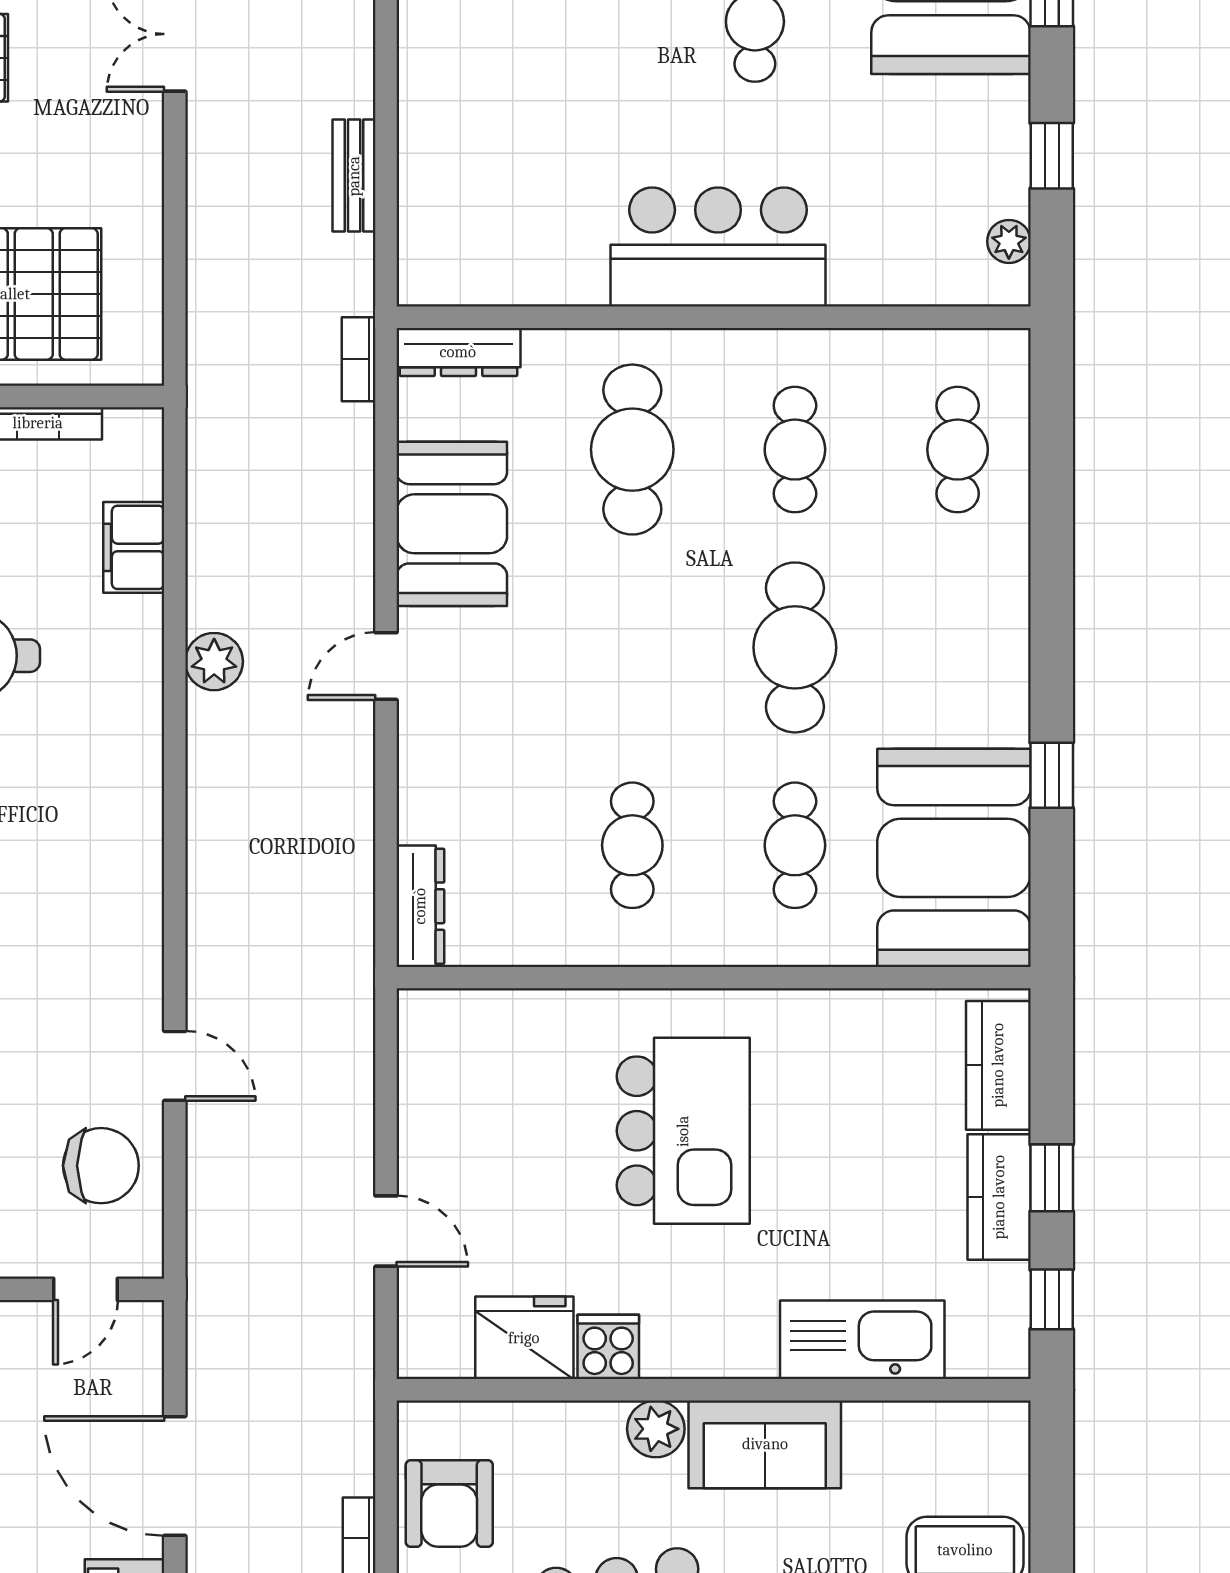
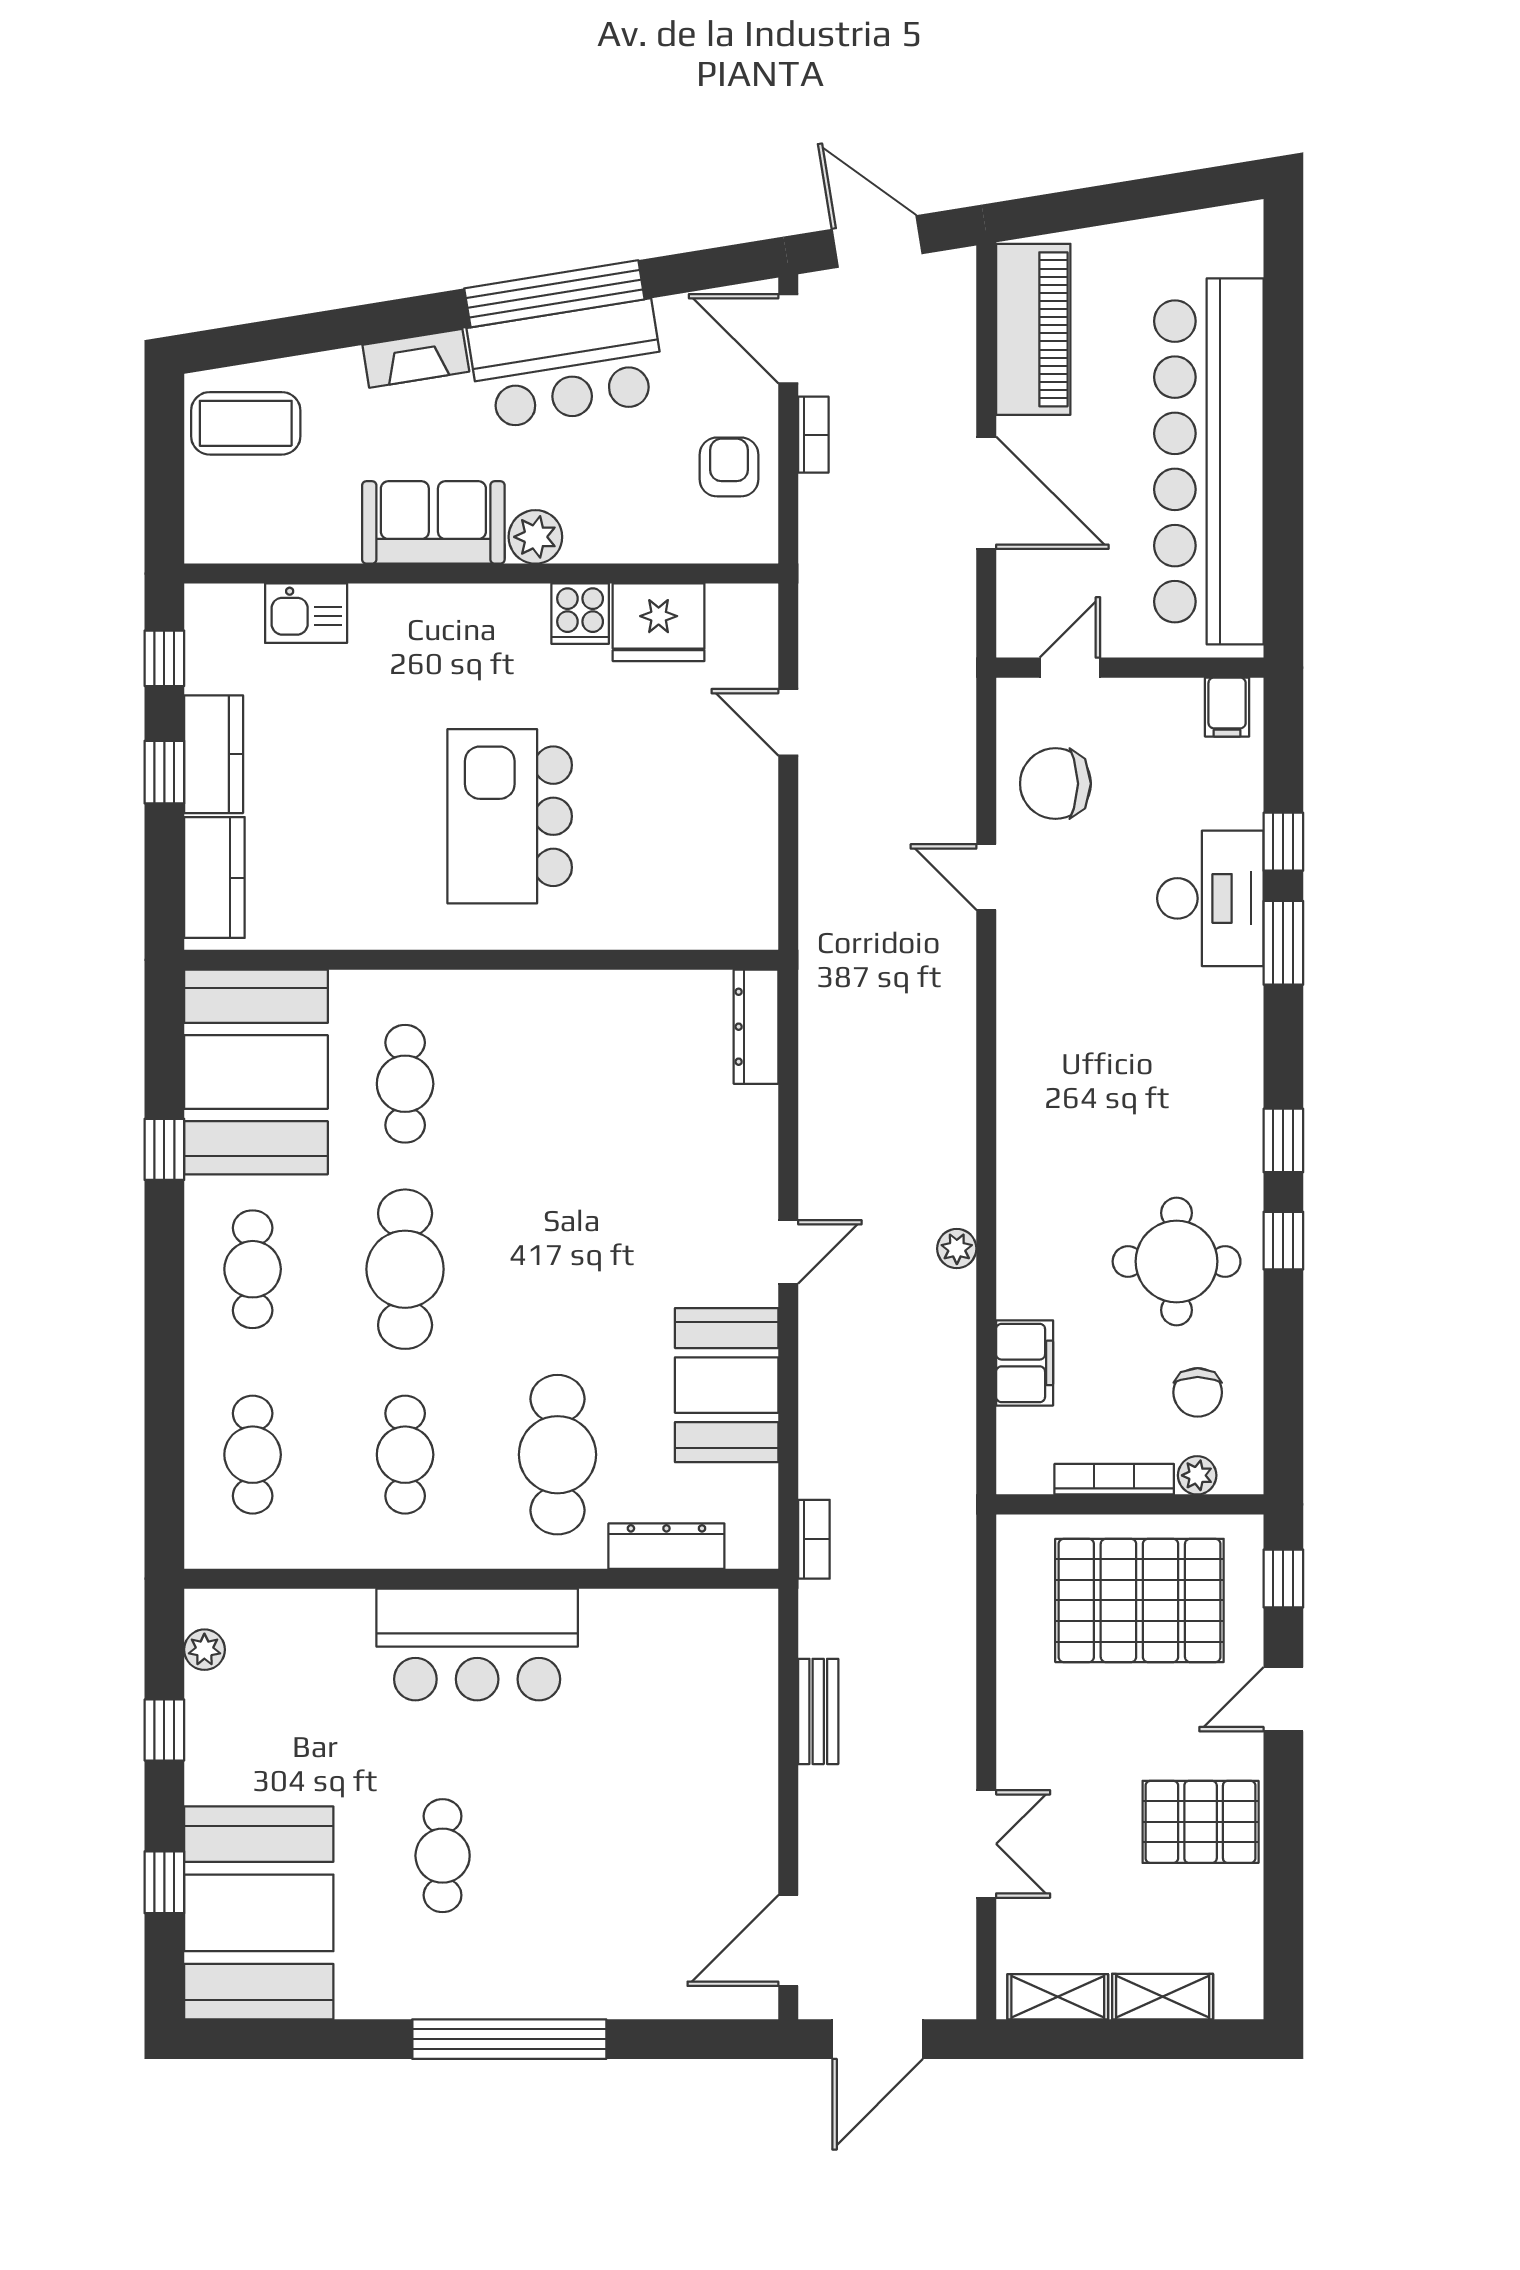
dresser: (458, 352) -> (666, 1546), moved
plant: (214, 662) -> (957, 1249), width x0.73, depth x0.73
cafe table: (632, 845) -> (253, 1269), moved
kitchen sink: (862, 1340) -> (306, 613), width x0.53, depth x0.81
armchair: (449, 1503) -> (729, 467), width x0.72, depth x0.72

